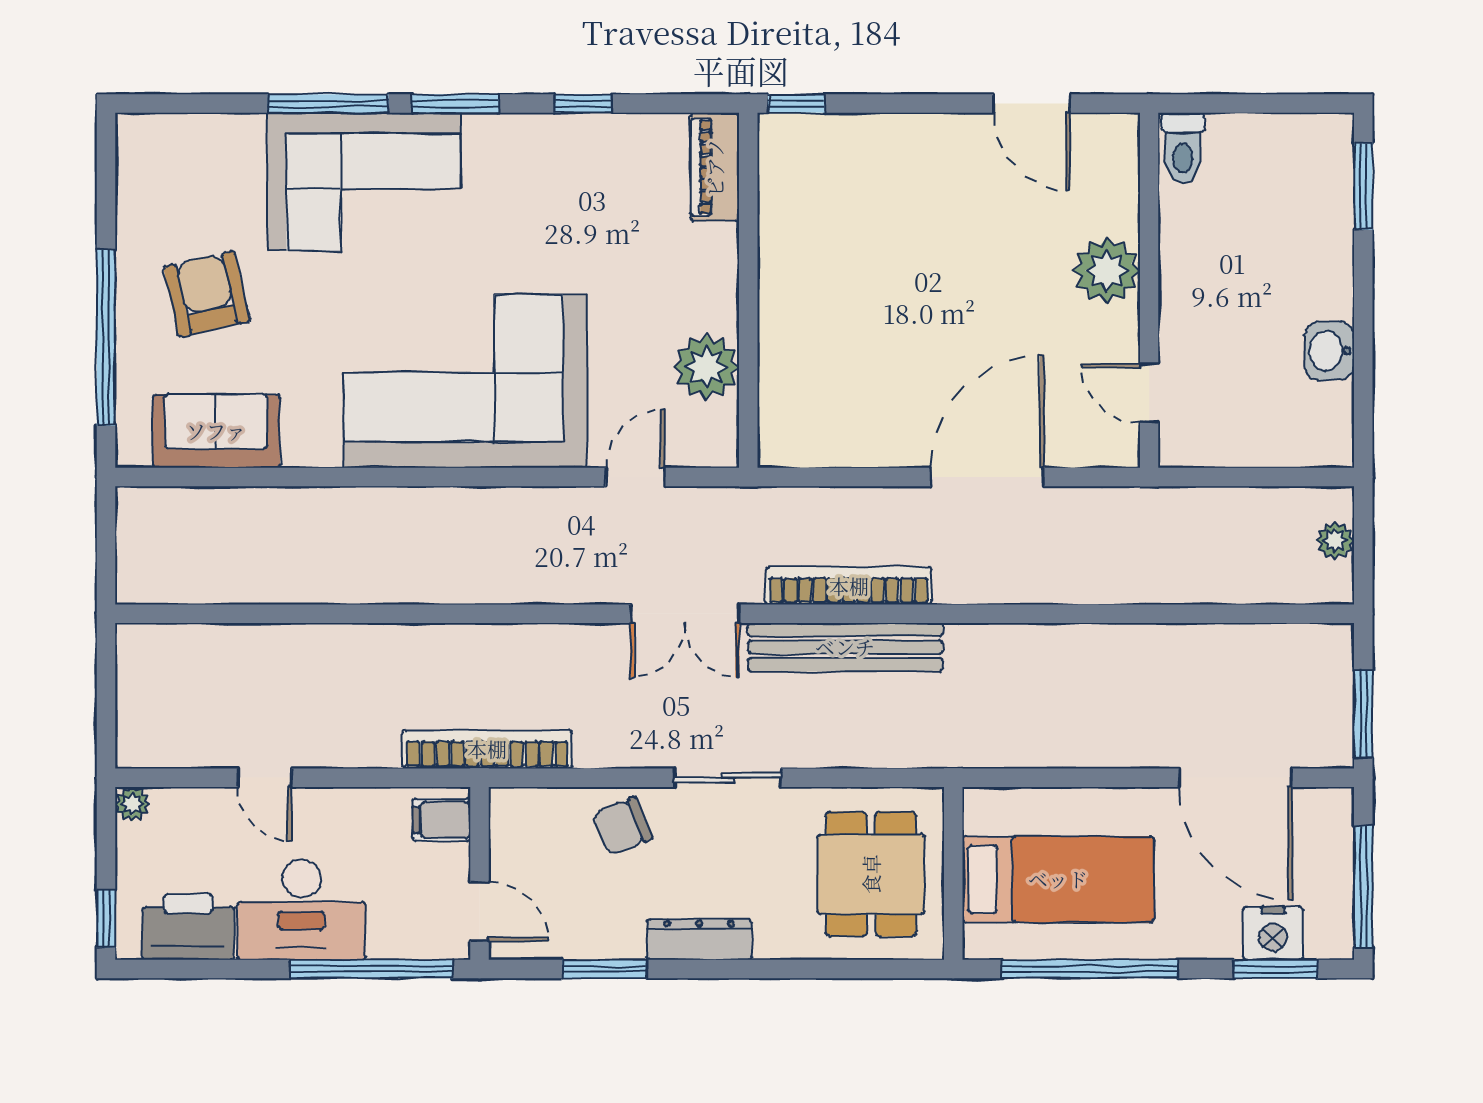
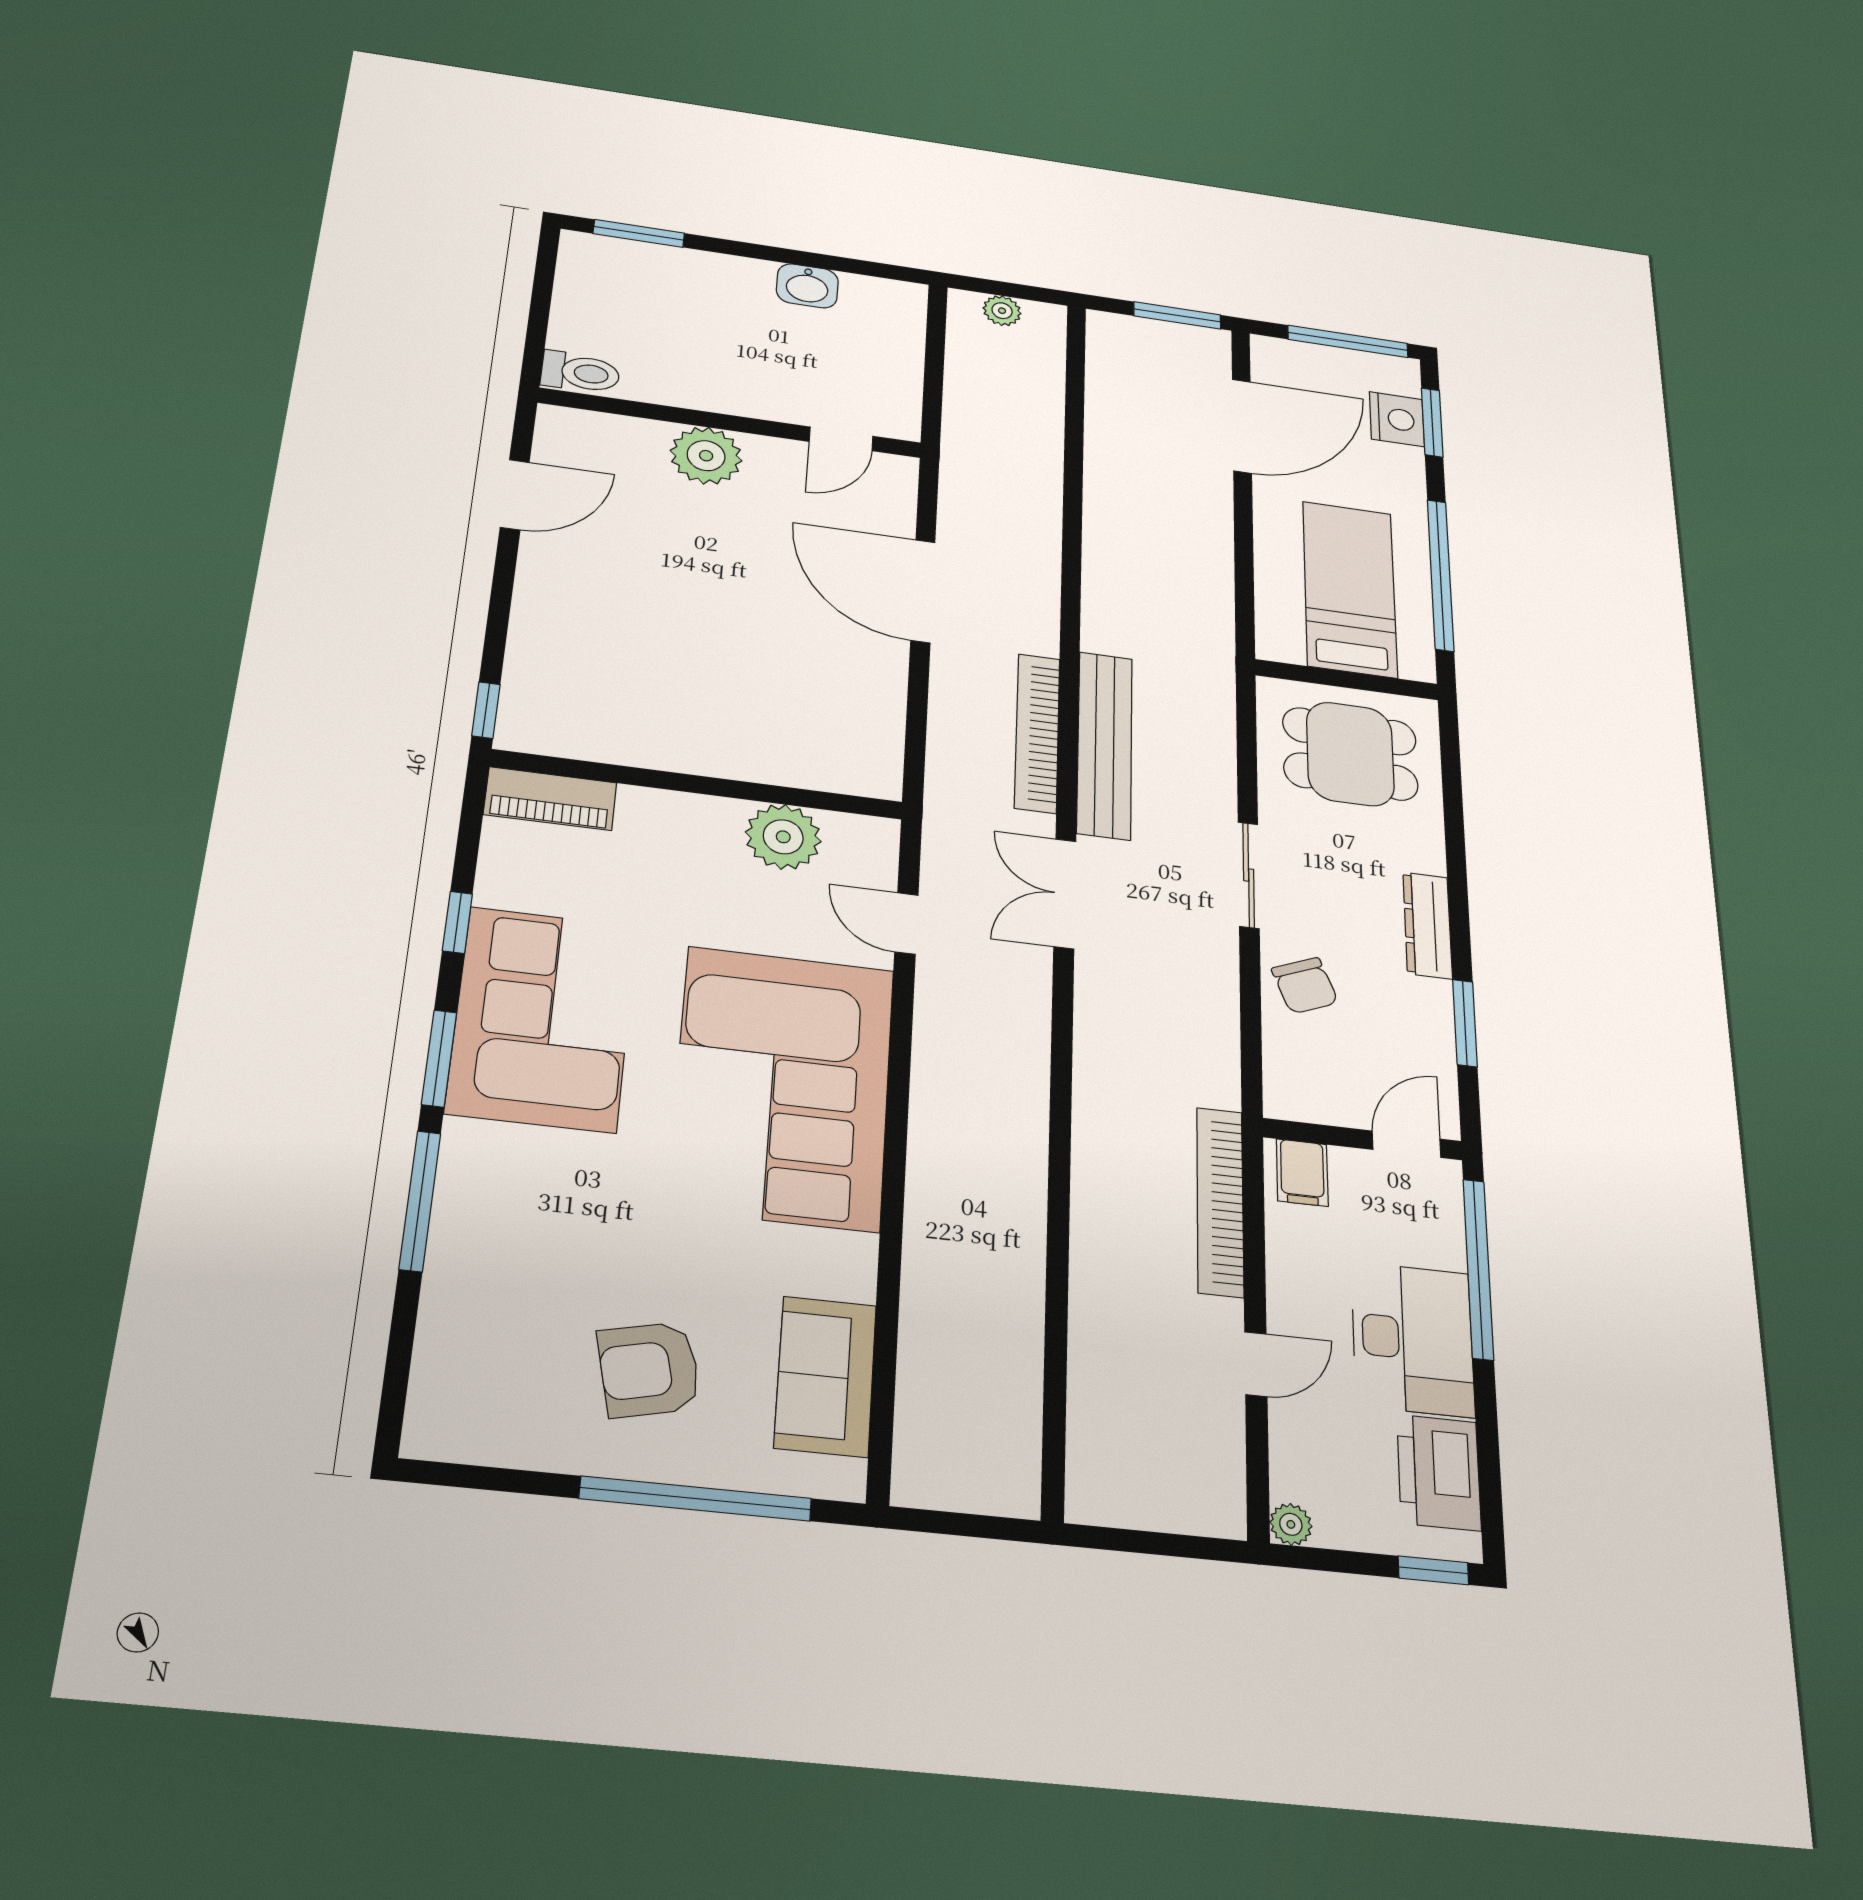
corner sofa: (364, 182) -> (542, 1018), moved
double door: (685, 614) -> (1065, 894), swing flipped
bookcase: (487, 749) -> (1220, 1201), moved

